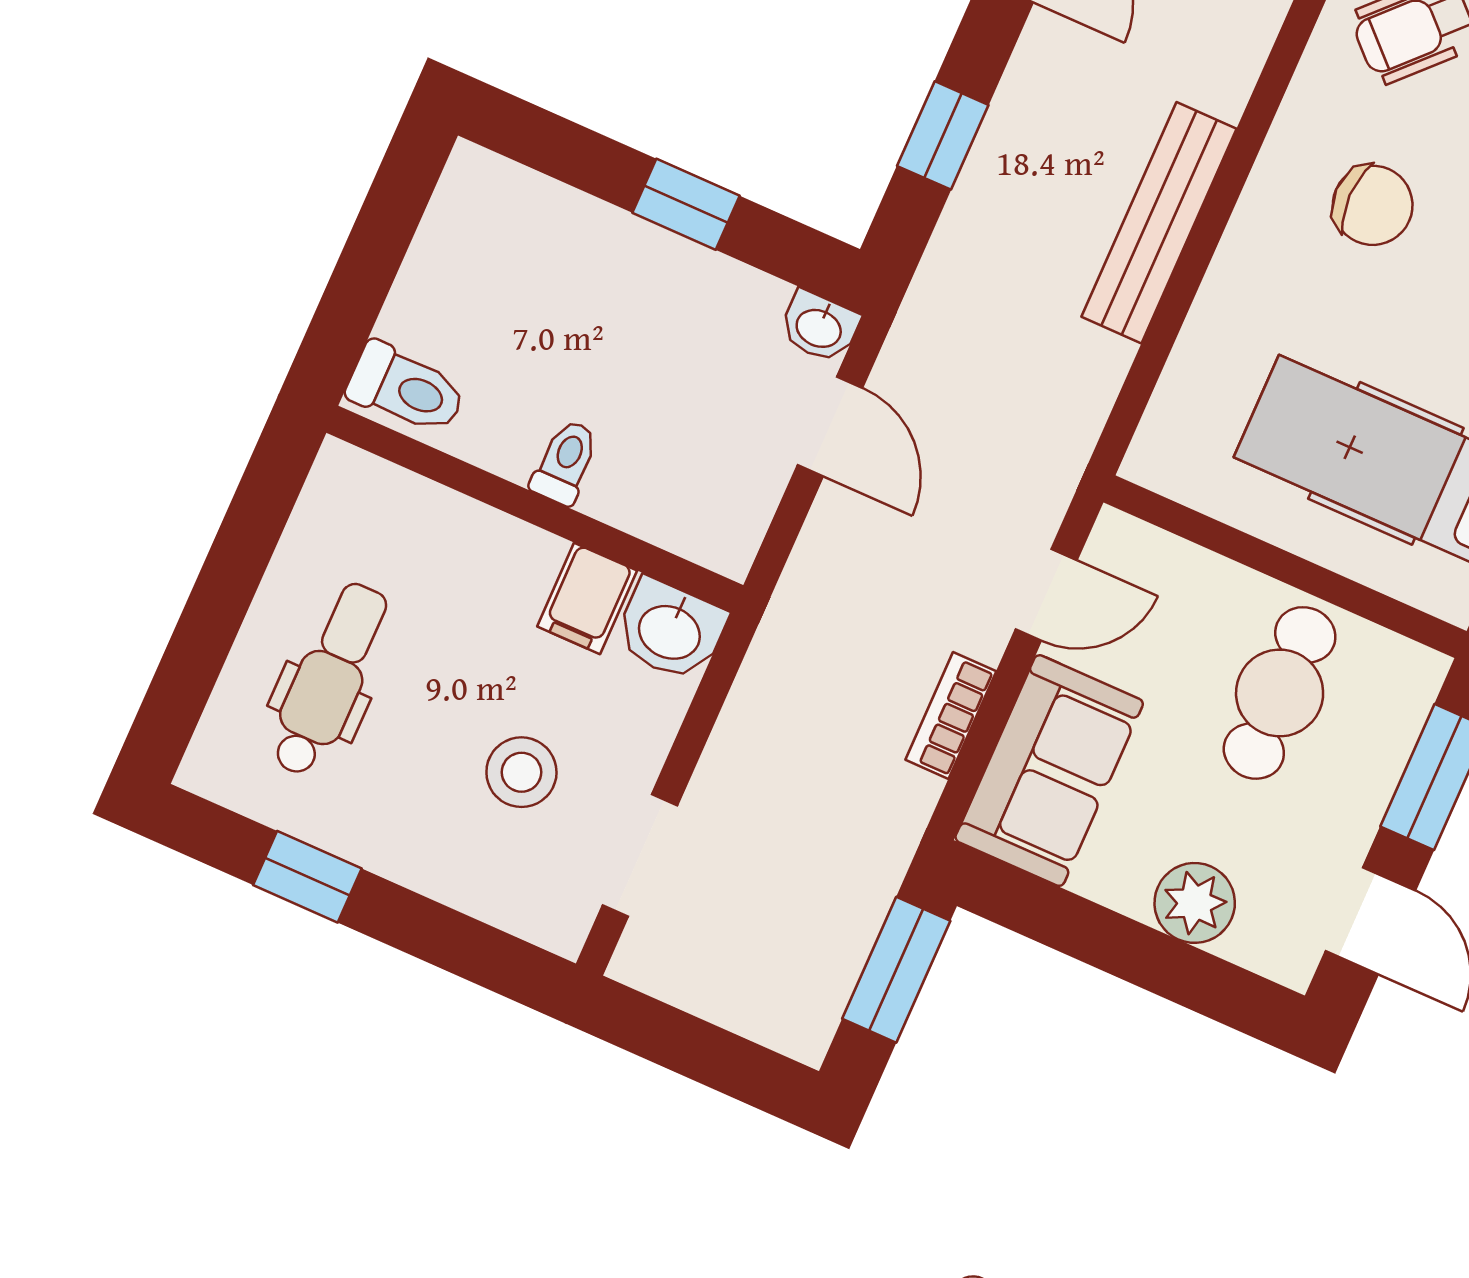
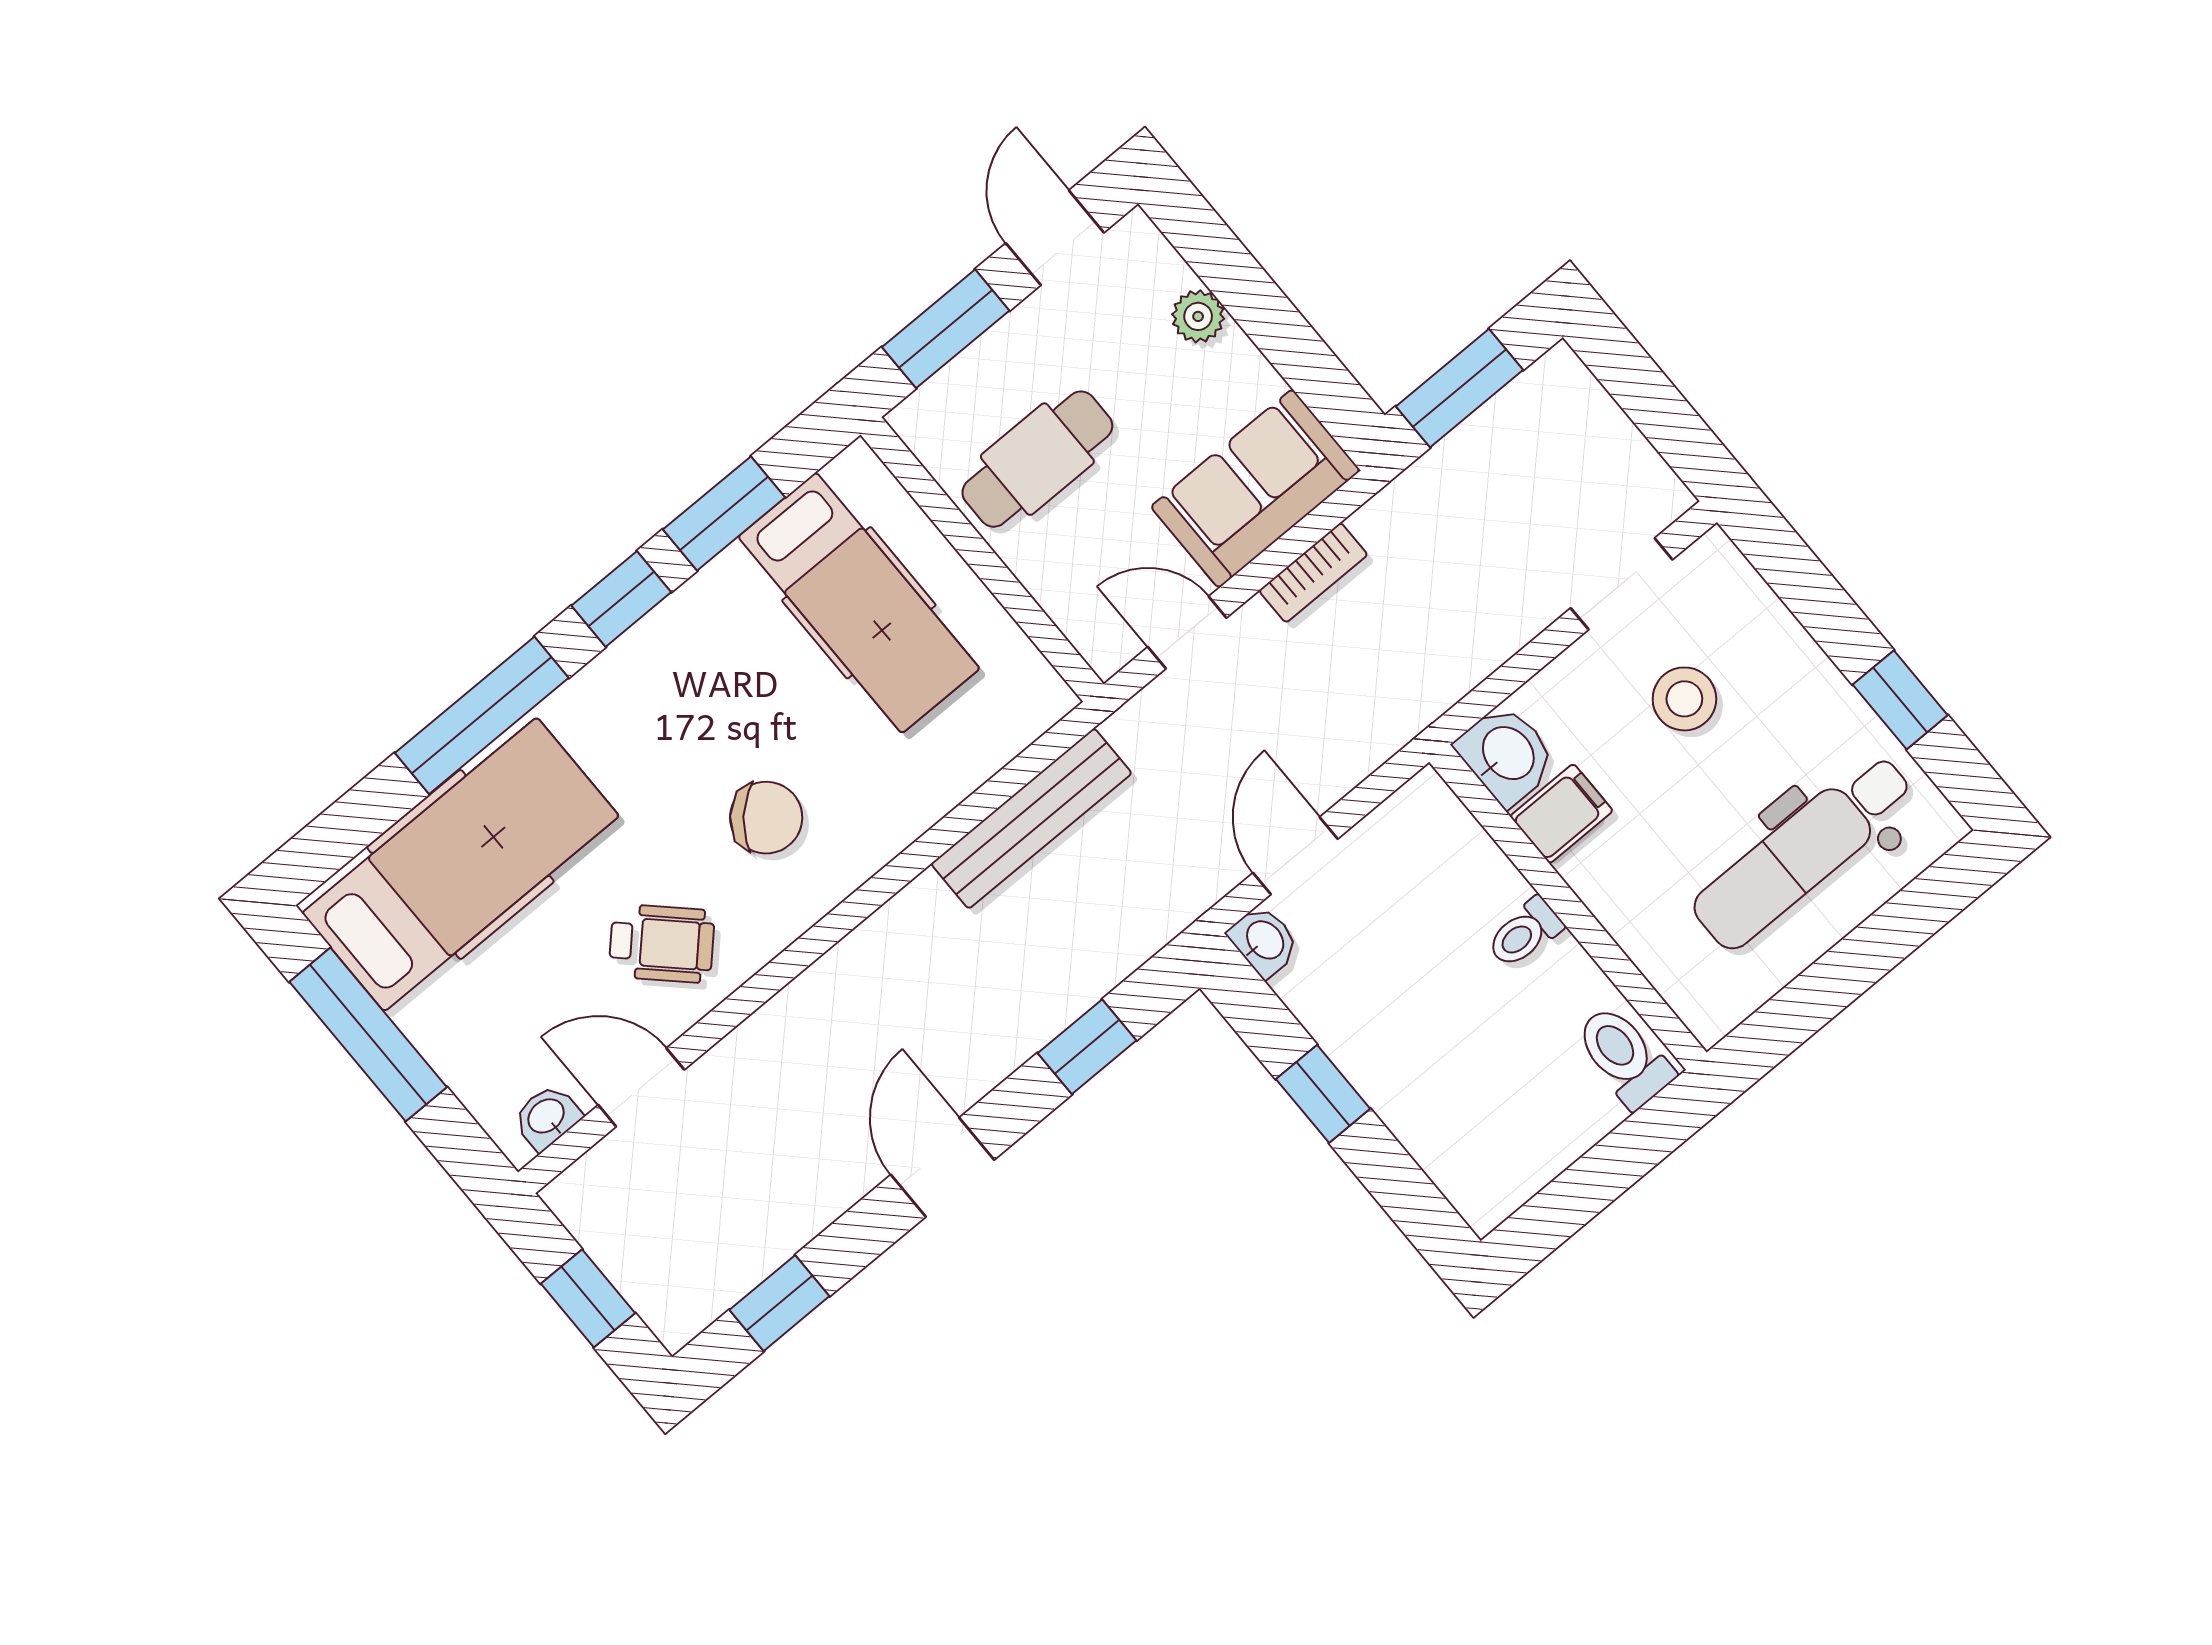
chair: (1373, 205) -> (766, 818), turned 132
bench: (1159, 223) -> (1031, 818), moved
dental chair: (329, 679) -> (1803, 851), width x1.36, depth x1.38
plant: (1195, 903) -> (1198, 316), width x0.73, depth x0.73

